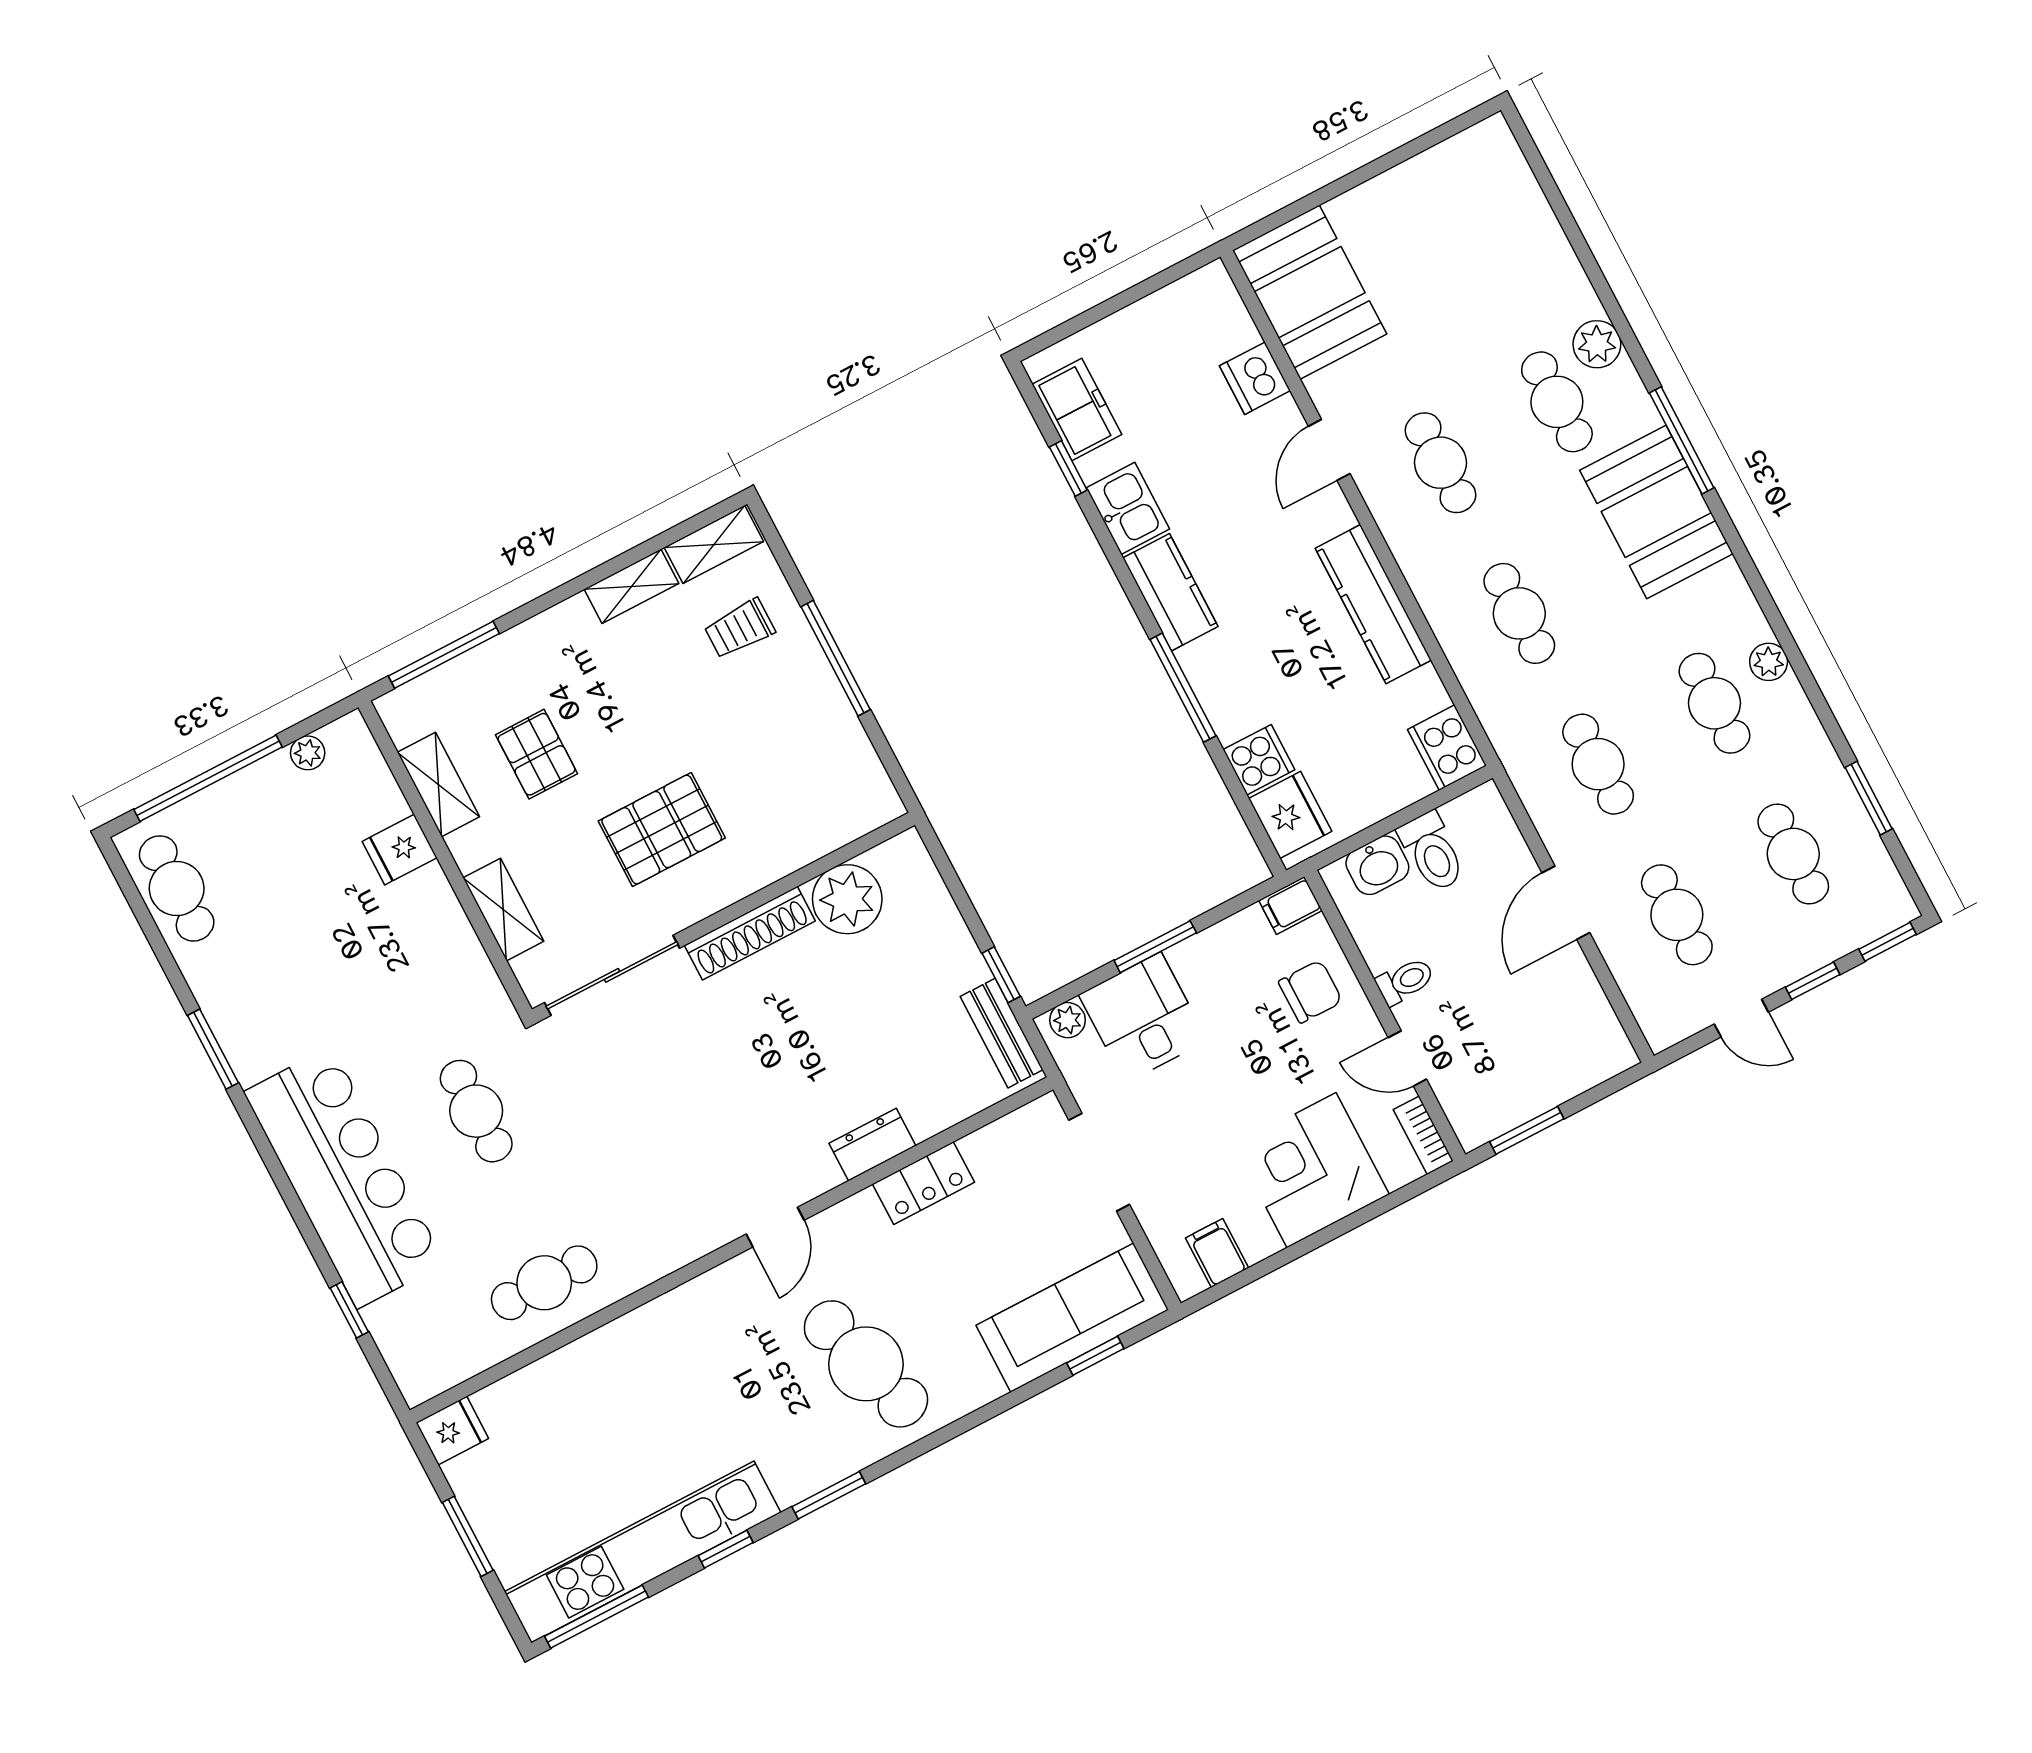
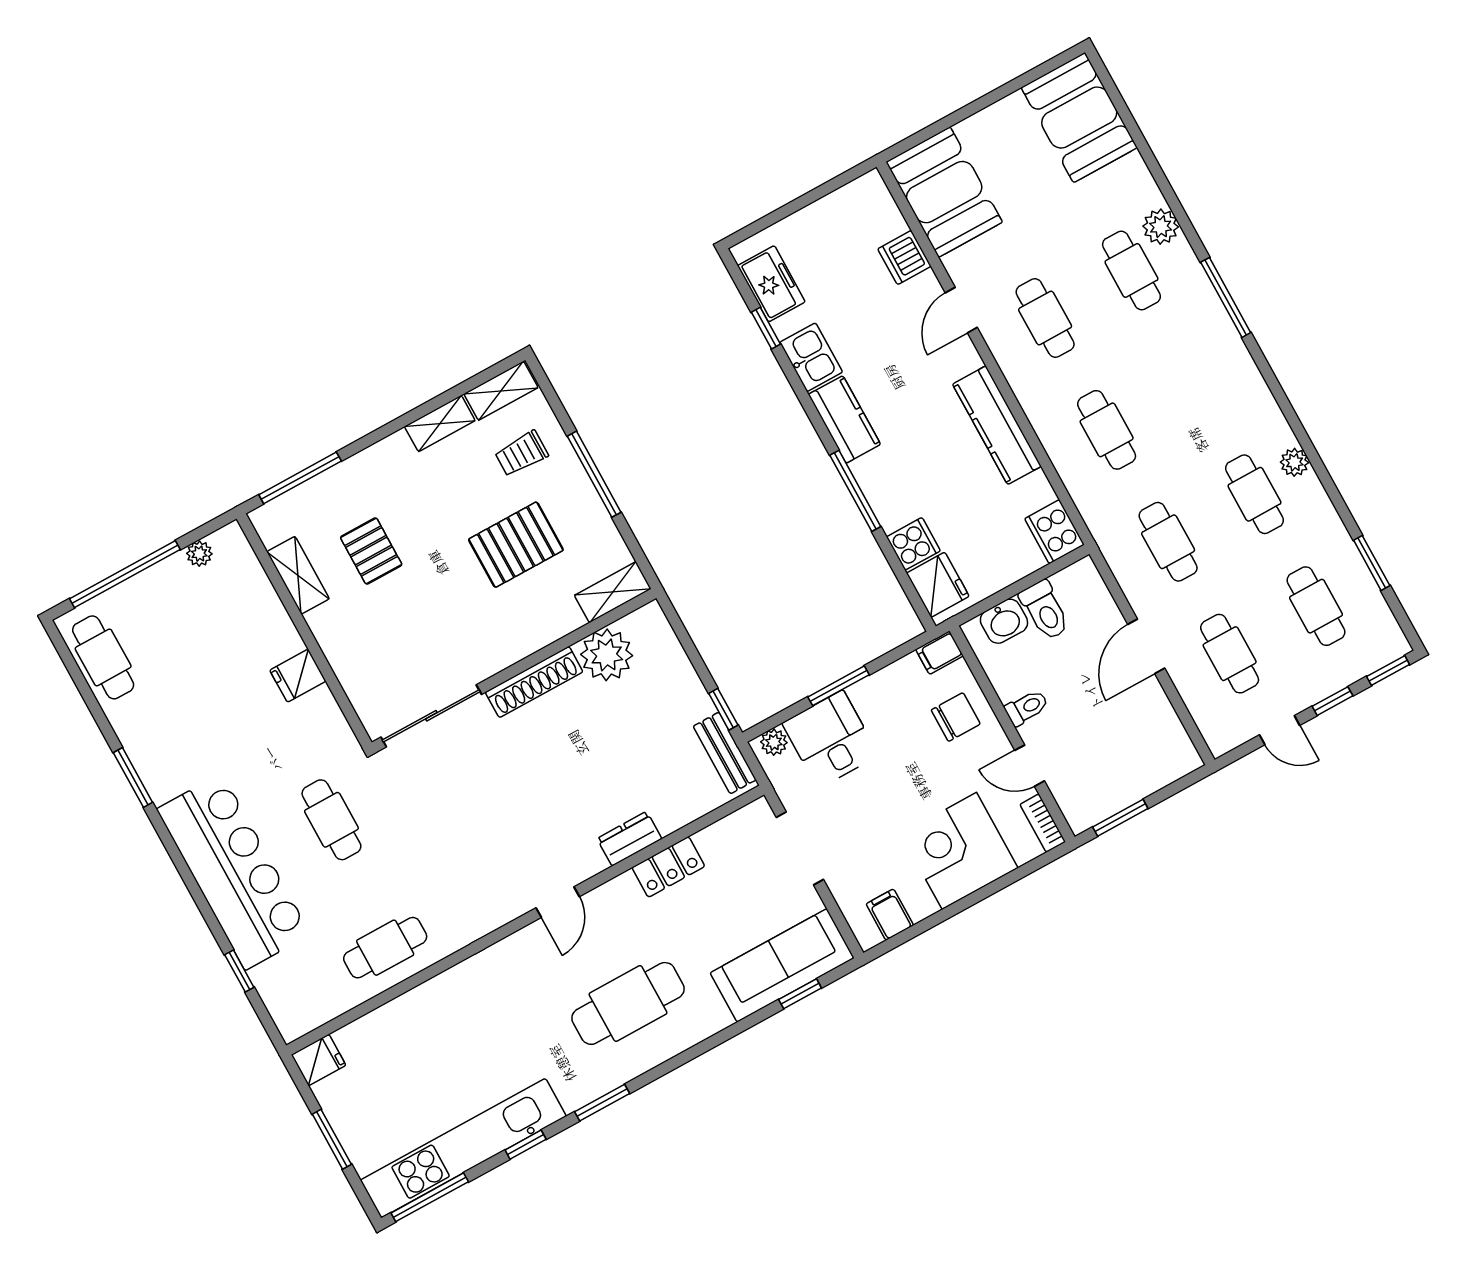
booth: (1656, 512) -> (1079, 118), moved
pallet: (662, 830) -> (516, 545), moved
fridge: (400, 850) -> (298, 676), moved
shelving: (503, 910) -> (613, 592), moved, turned 90
cafe table: (866, 1364) -> (628, 1003), turned -74

